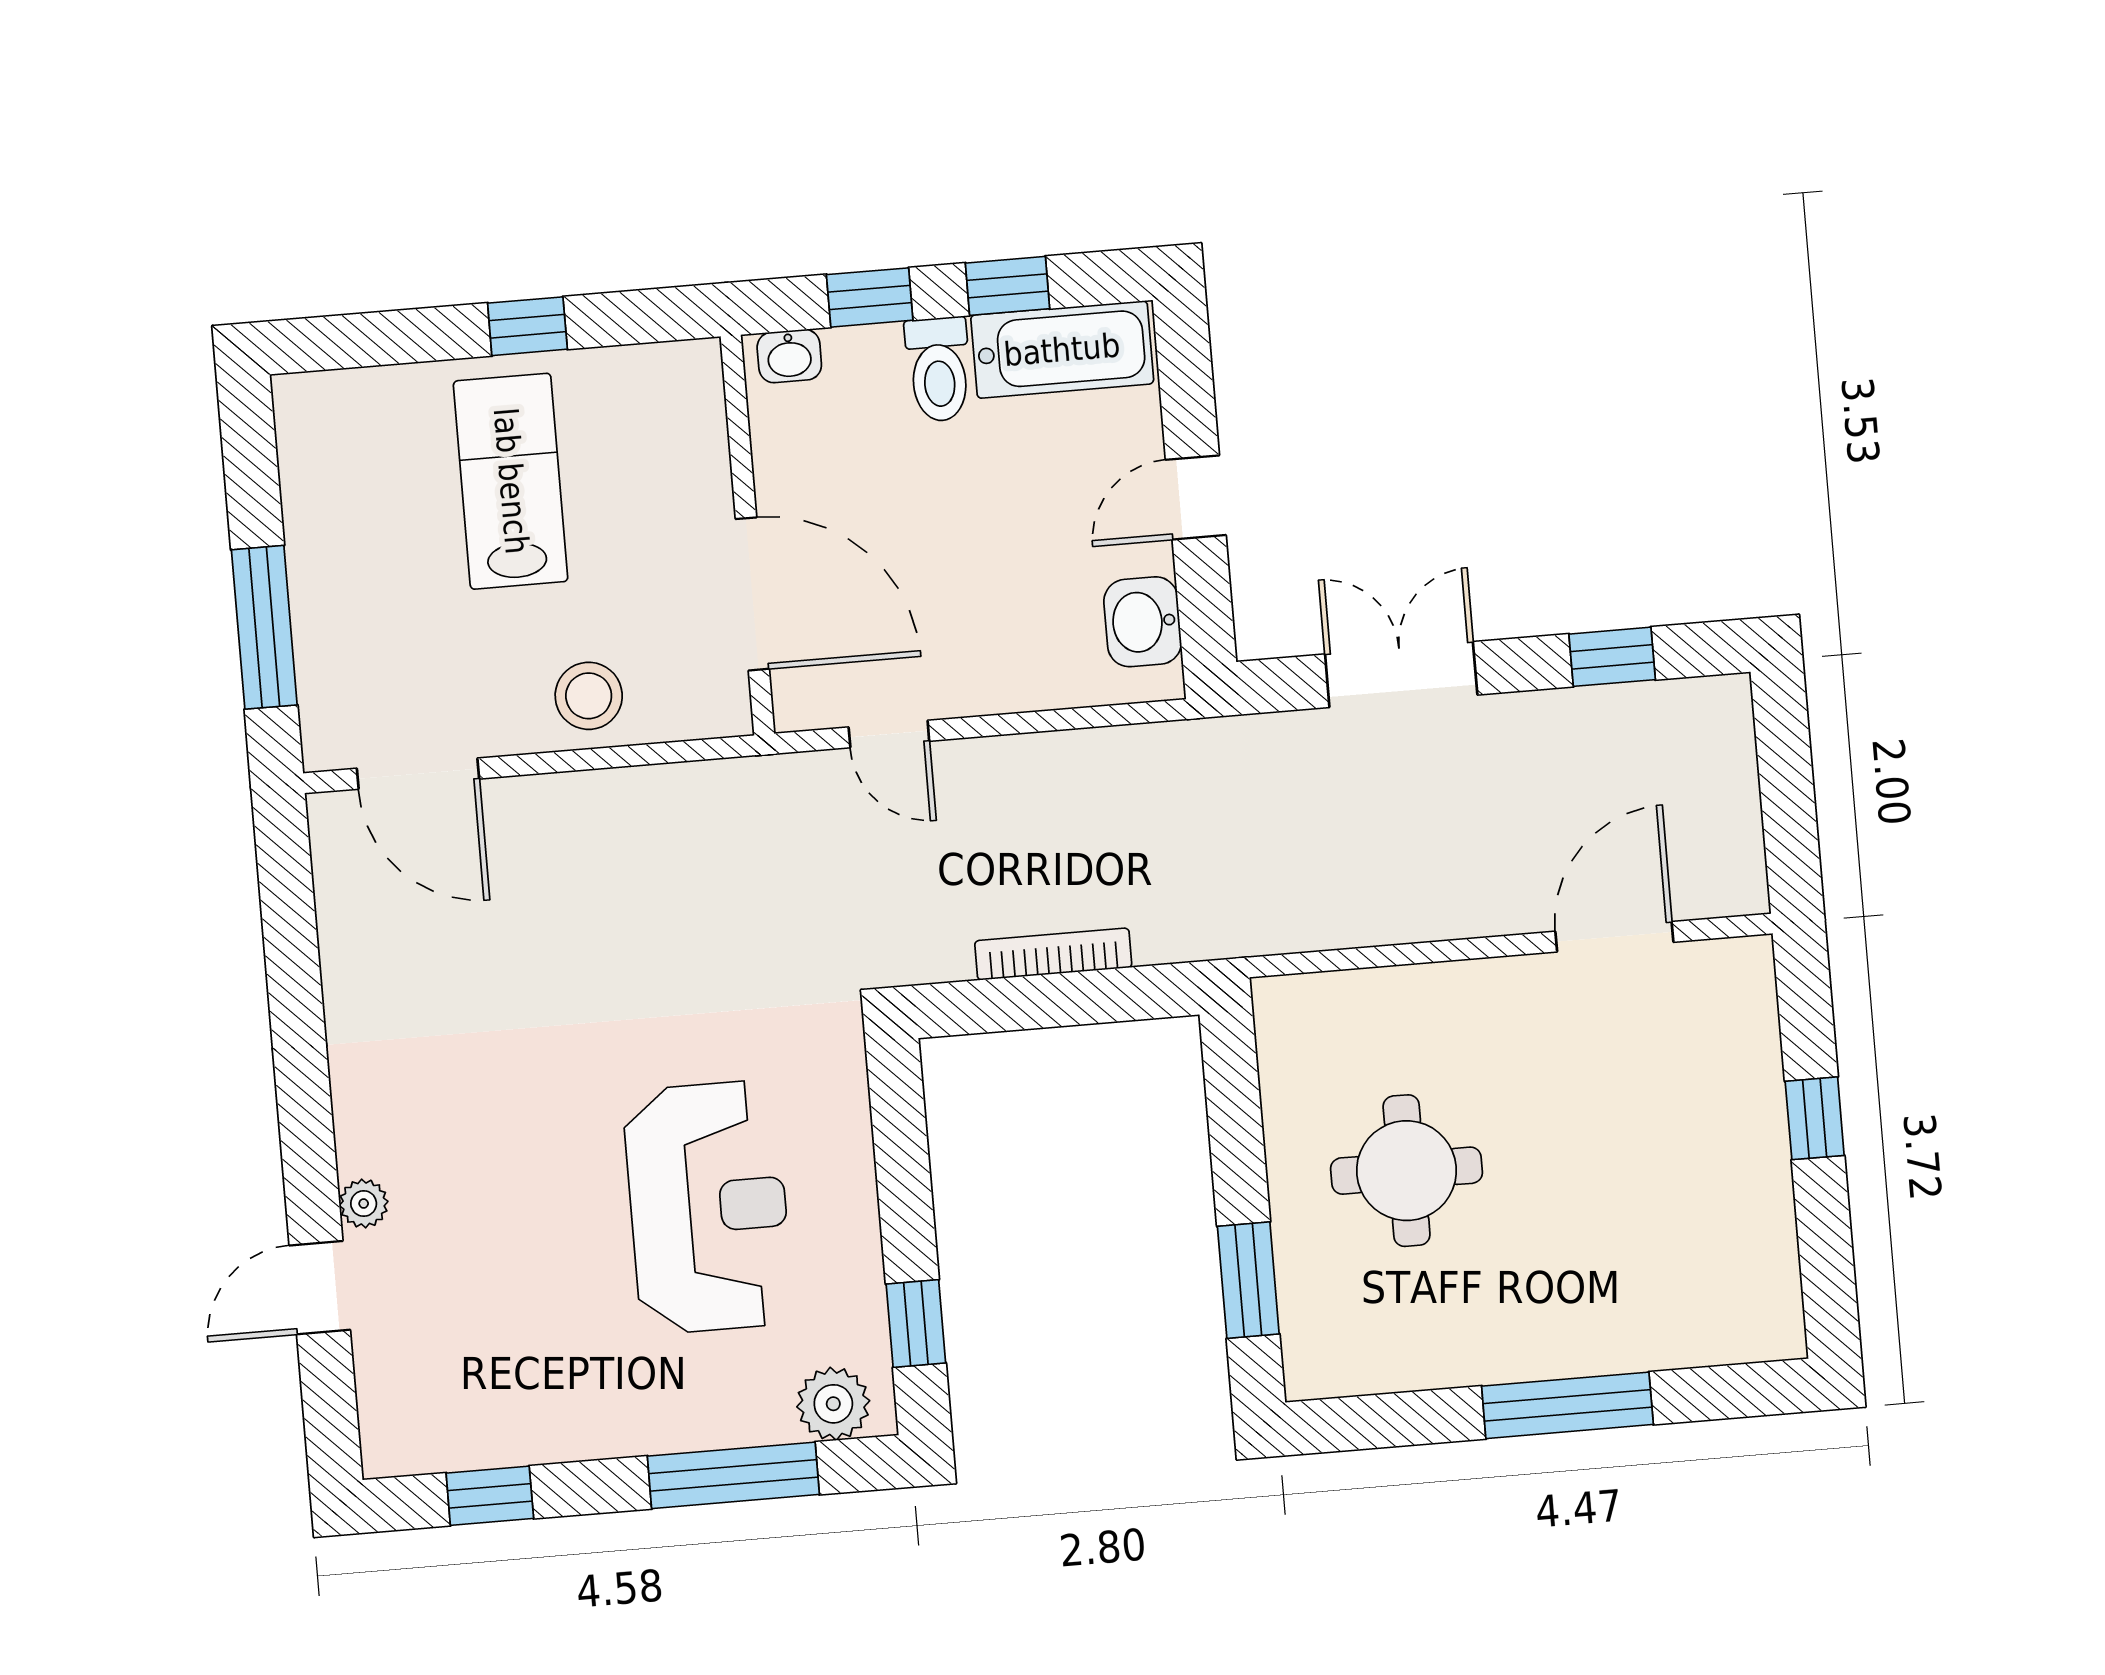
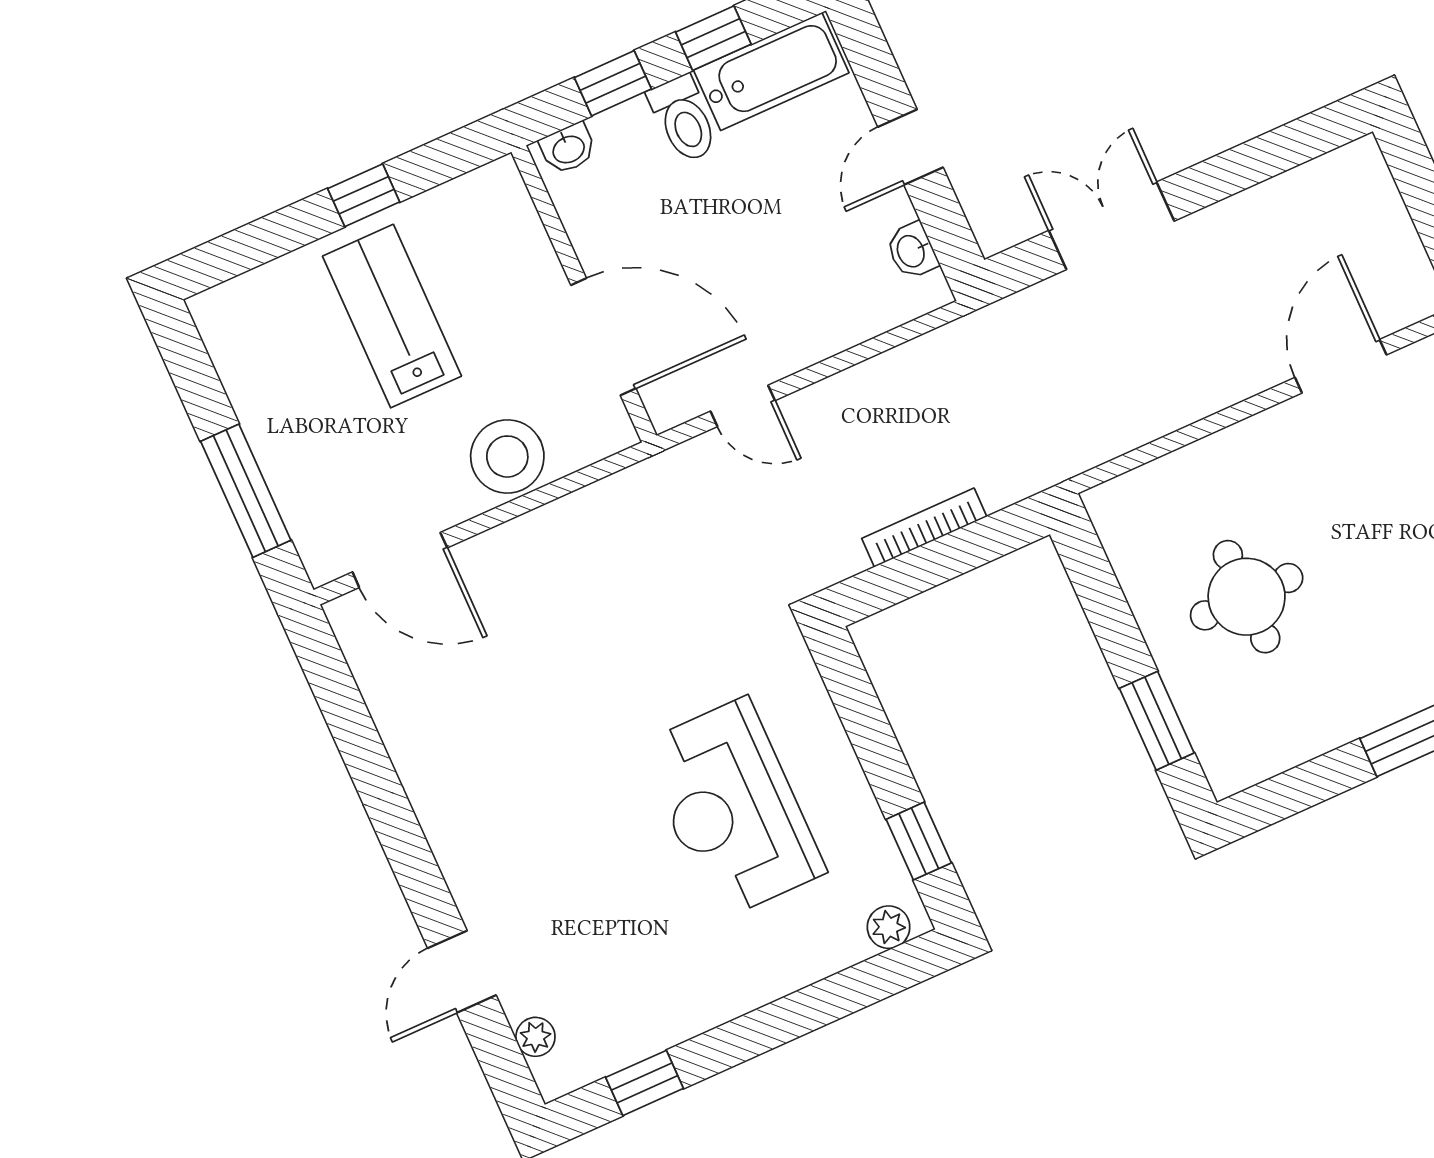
washbasin: (1143, 622) -> (912, 251), width x0.72, depth x0.69
window: (1612, 657) -> (1265, 157), removed
stool: (589, 696) -> (507, 457), width x1.38, depth x1.38
plant: (364, 1204) -> (535, 1037), moved
reception desk: (708, 1207) -> (732, 809), turned 180
plant: (833, 1404) -> (889, 927), width x0.73, depth x0.73
window: (733, 1475) -> (822, 1003), removed

